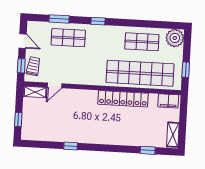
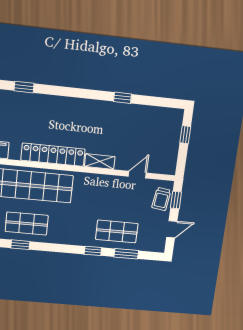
window: (98, 21) -> (93, 251), moved
window: (146, 24) -> (20, 245), added
door: (23, 41) -> (172, 229), swing flipped
shelving: (35, 92) -> (100, 161), moved

